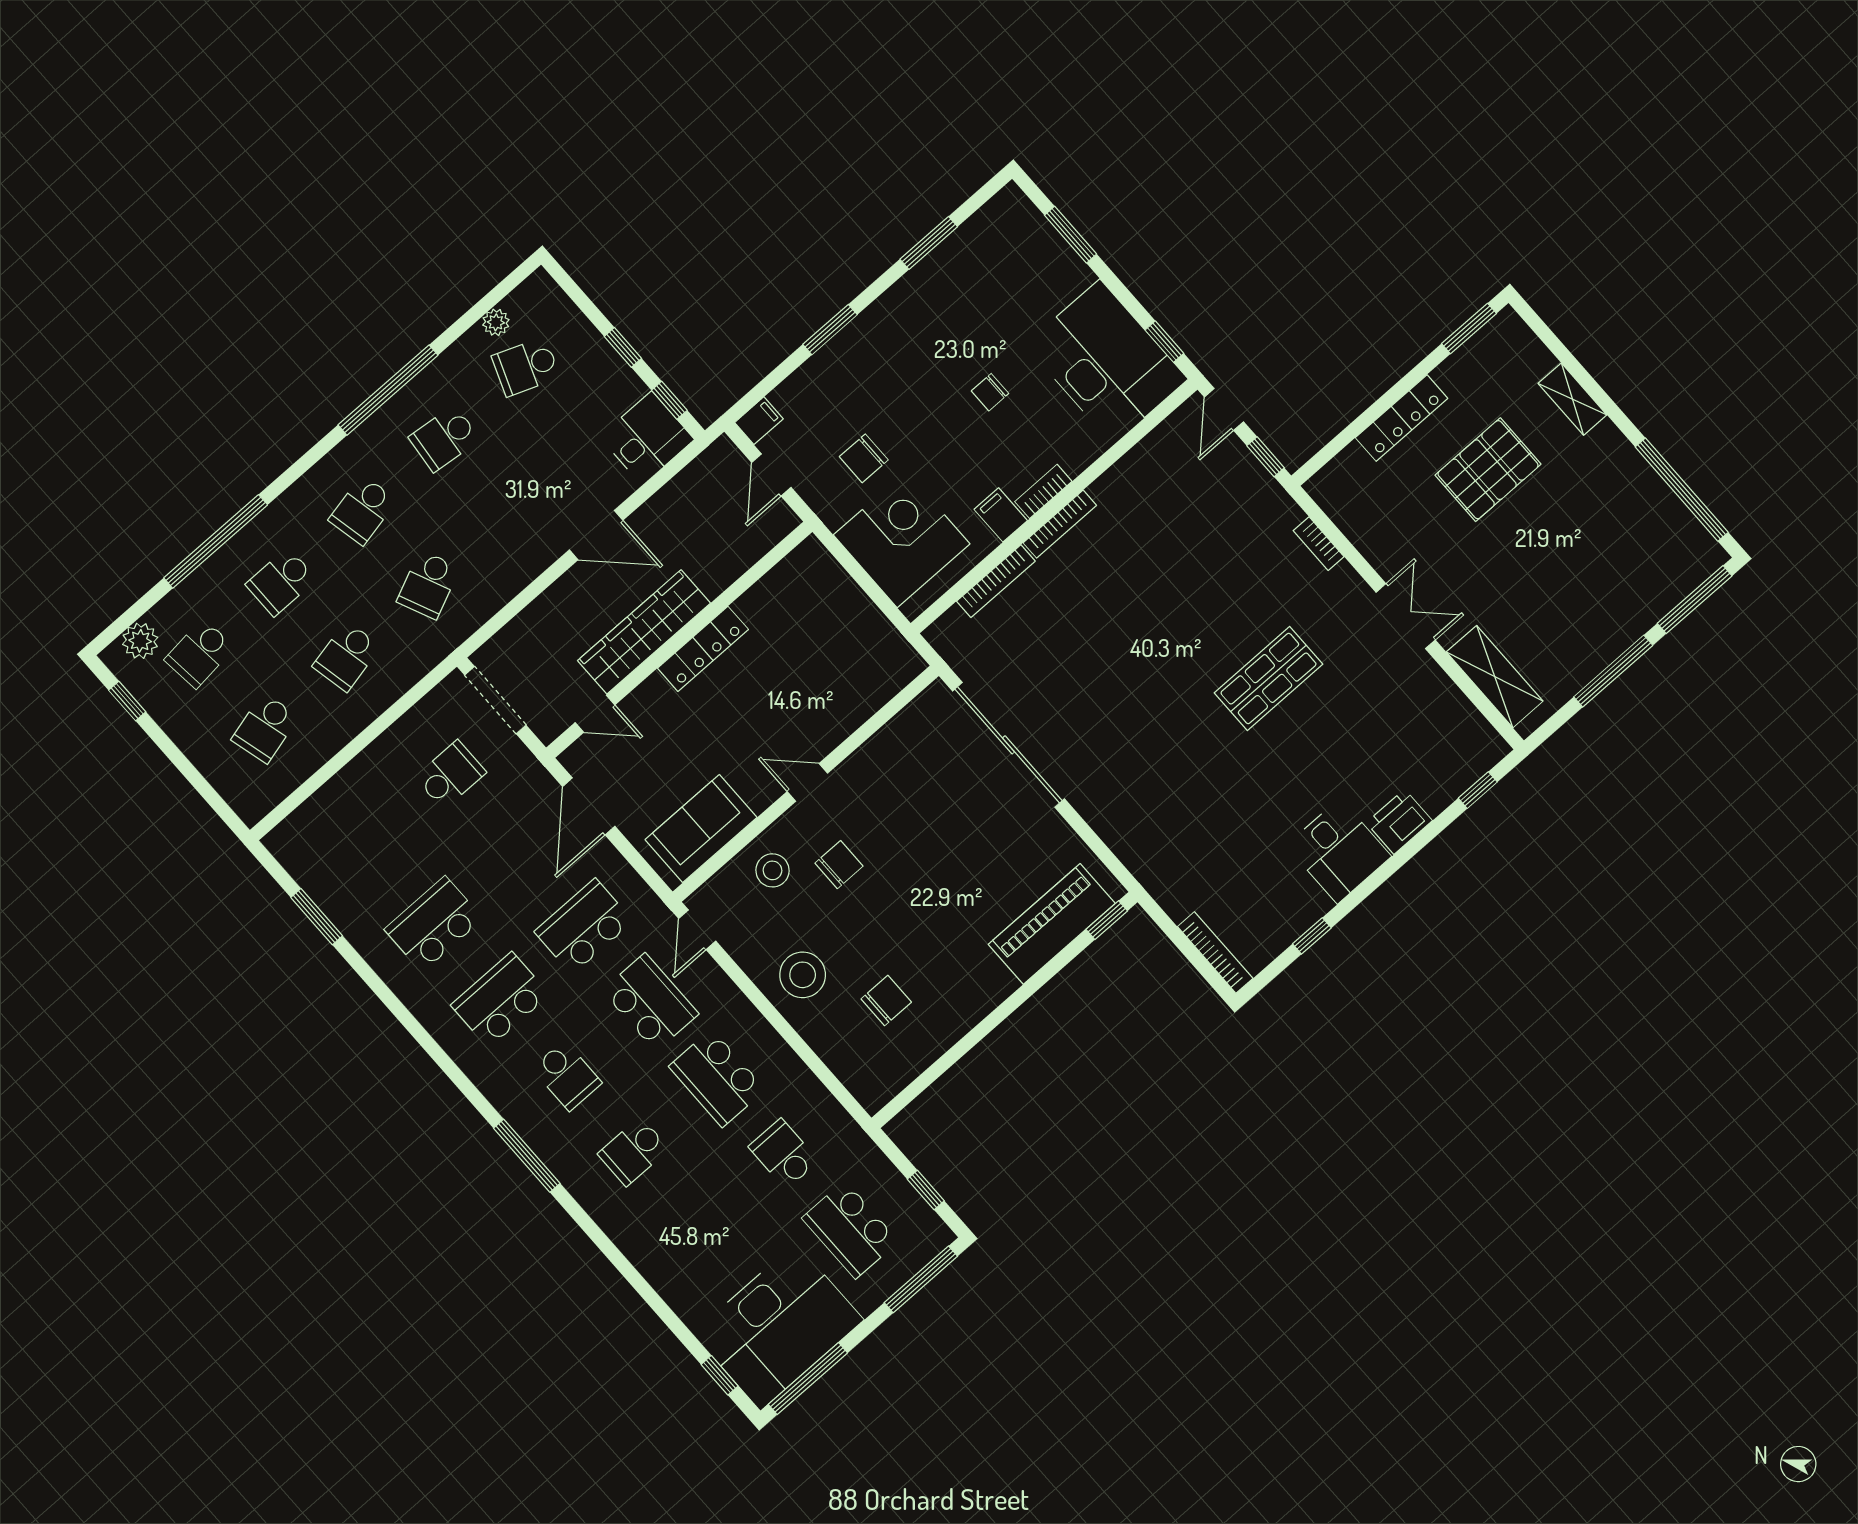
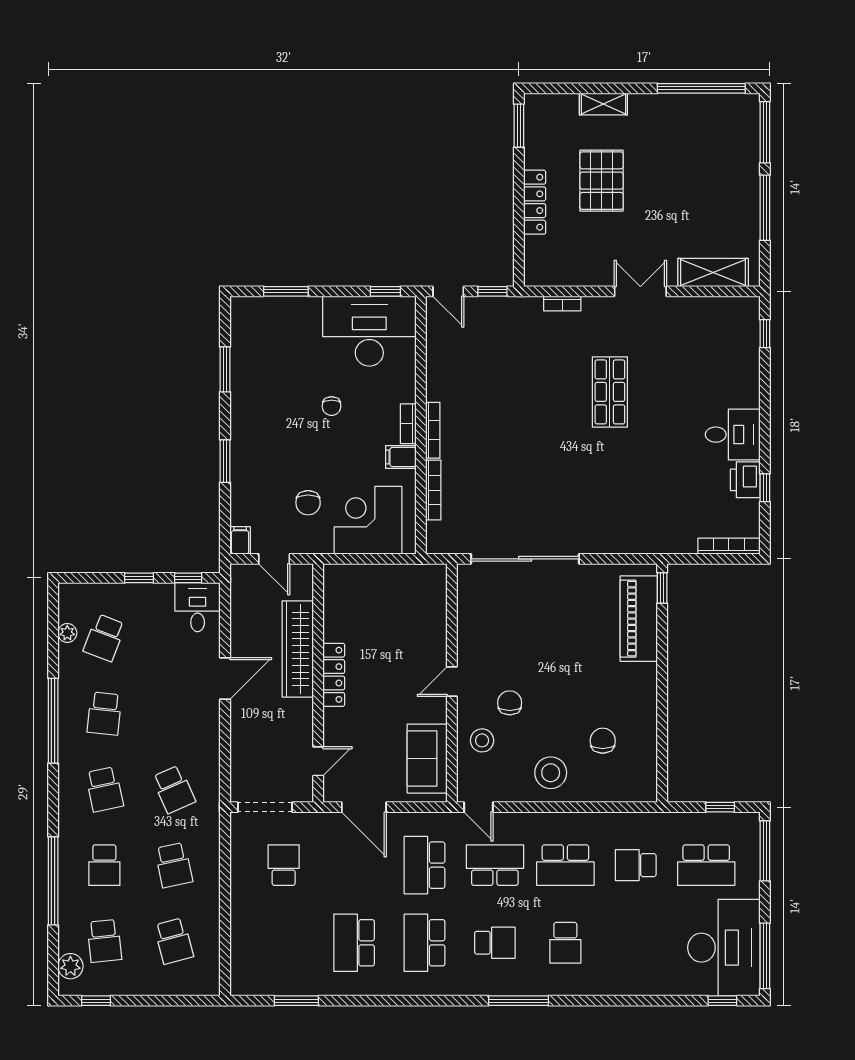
wardrobe: (644, 632) -> (298, 649), moved
printer: (1399, 822) -> (745, 480), moved

